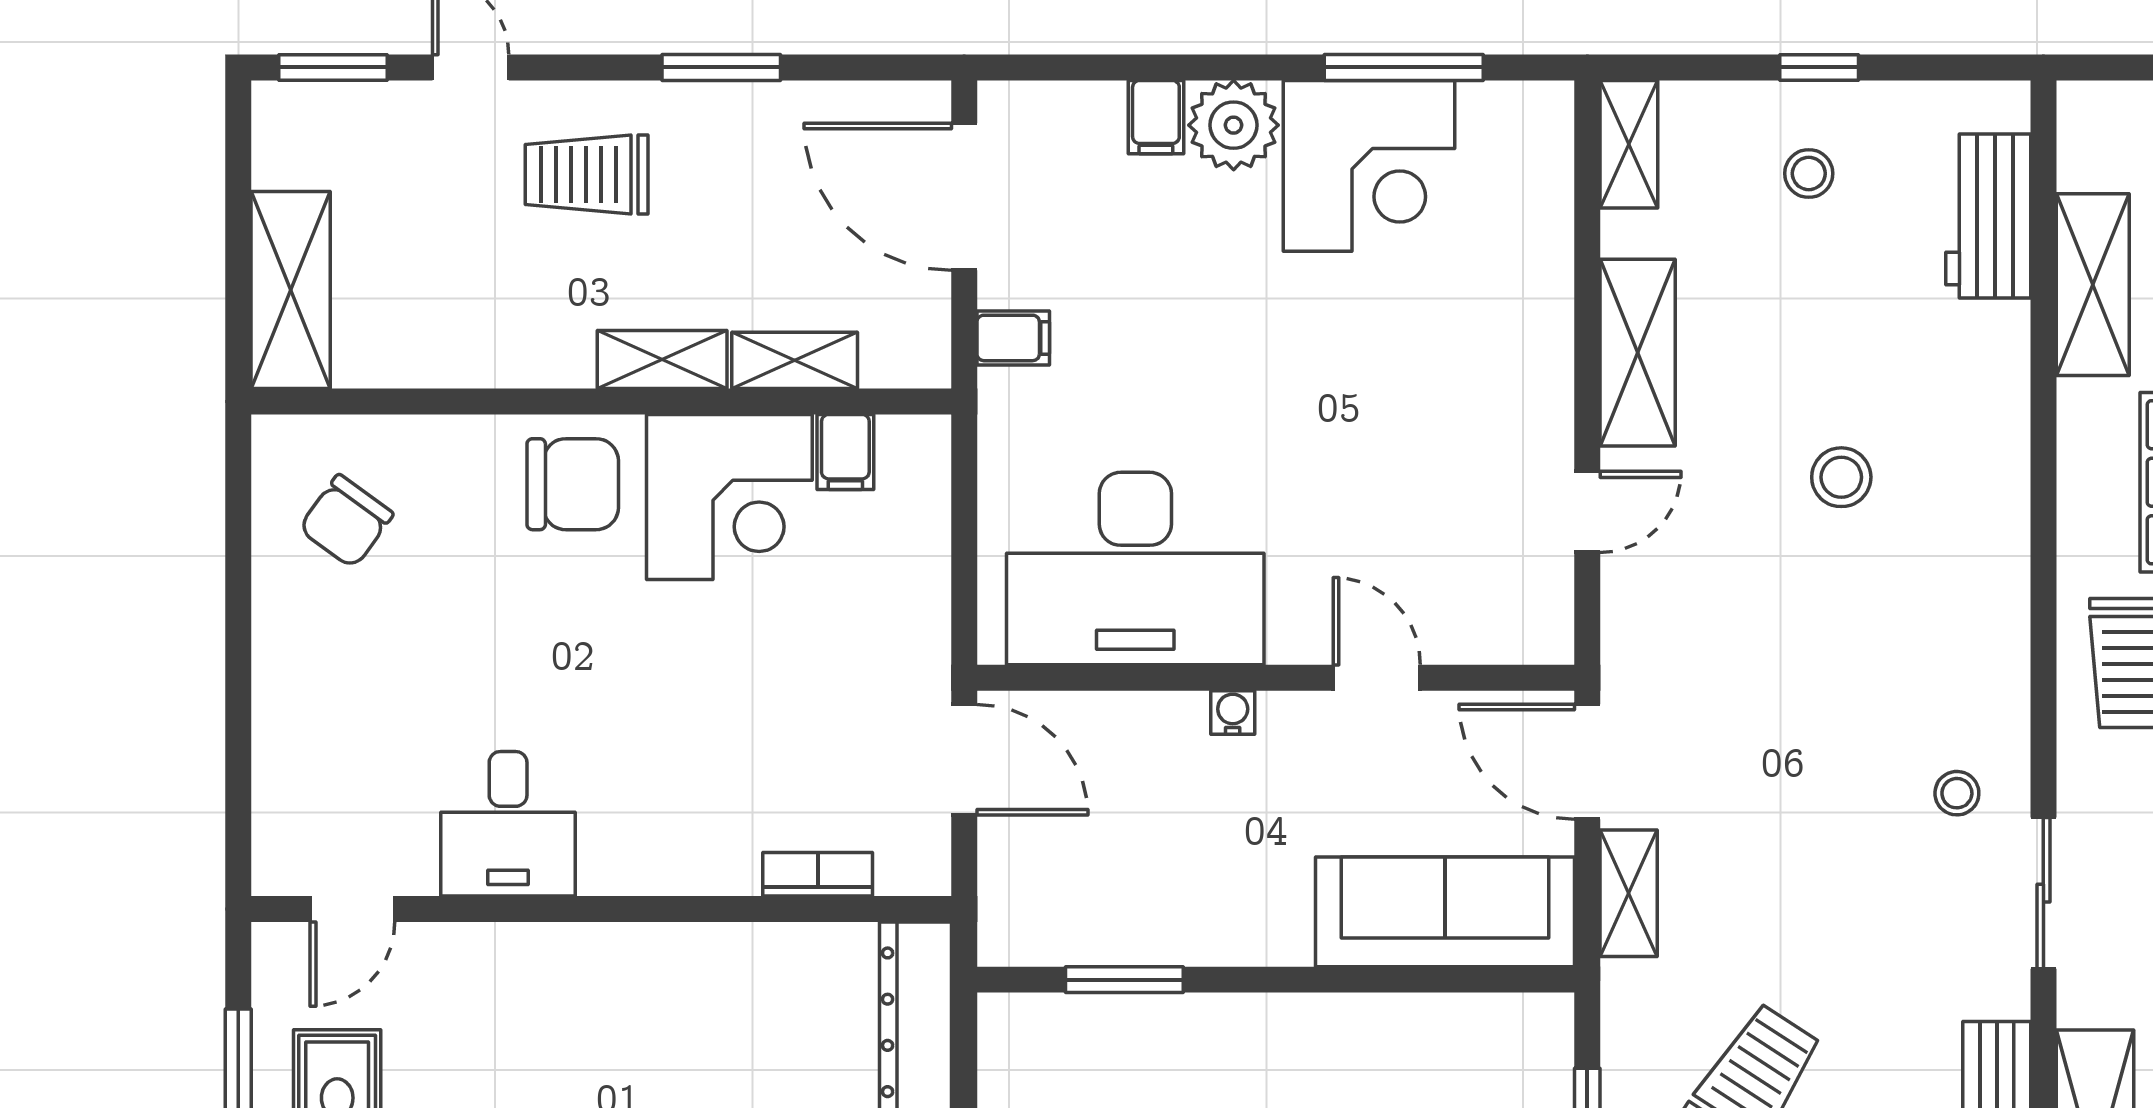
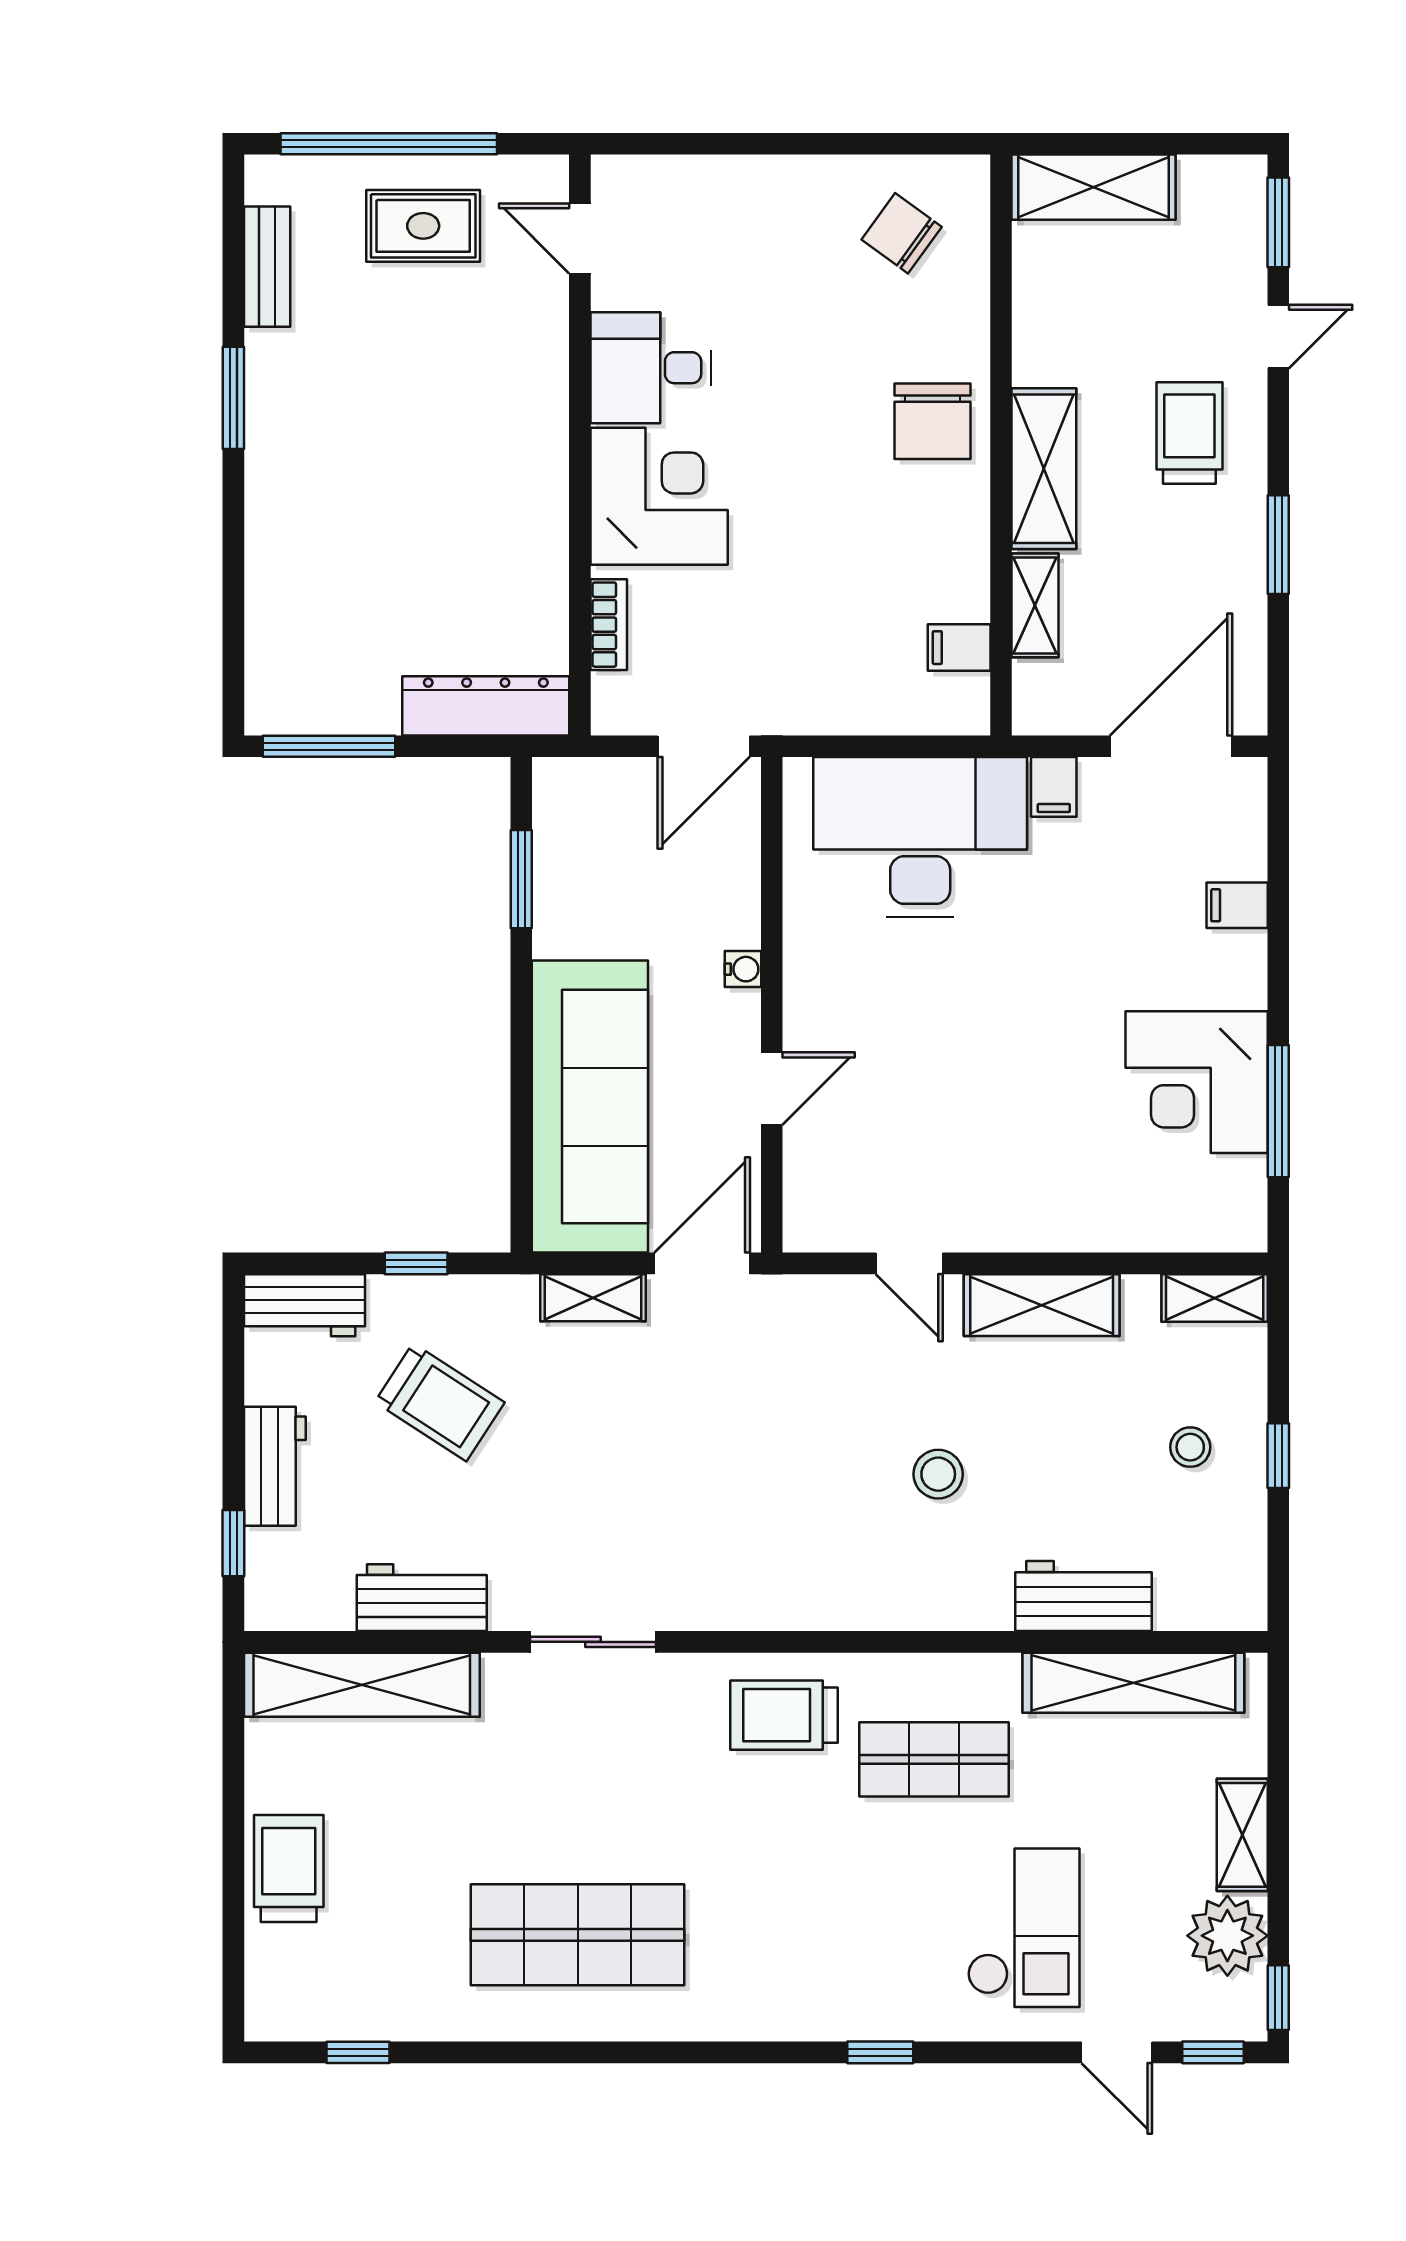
plant: (1234, 125) -> (1230, 970), removed
workbench: (1988, 216) -> (1083, 1596), moved
shelving: (2093, 285) -> (1133, 1683), width x1.47
shelving: (662, 360) -> (1044, 469), width x1.50, depth x1.33
corner desk: (729, 497) -> (659, 496), moved, turned 180
desk: (1135, 569) -> (920, 837), moved, turned 90
stool: (1957, 793) -> (676, 1570), removed
sofa: (1445, 912) -> (590, 1107), width x1.36, depth x1.27

